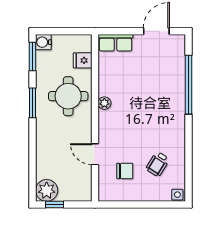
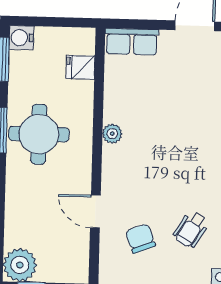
round table: (68, 96) -> (39, 134), moved
chair: (125, 171) -> (140, 239), turned -111

